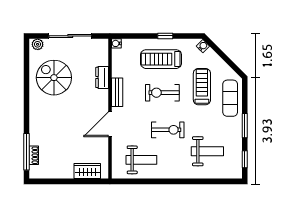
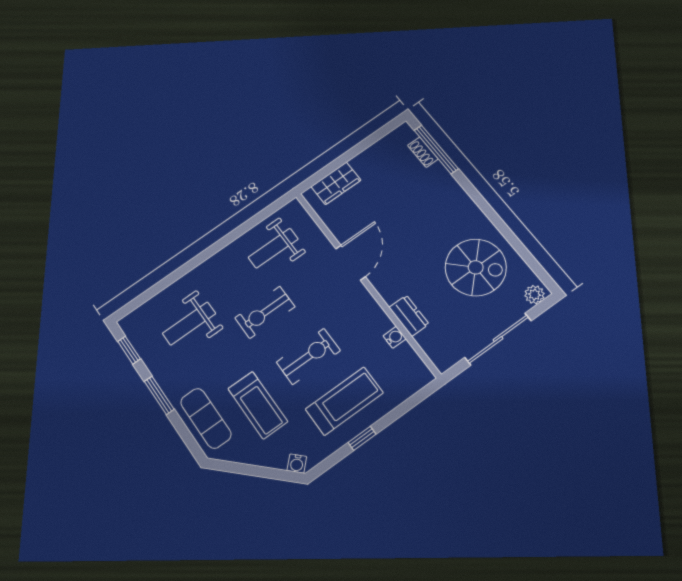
water cooler: (116, 43) -> (395, 337), moved
bench: (117, 92) -> (373, 311), removed

